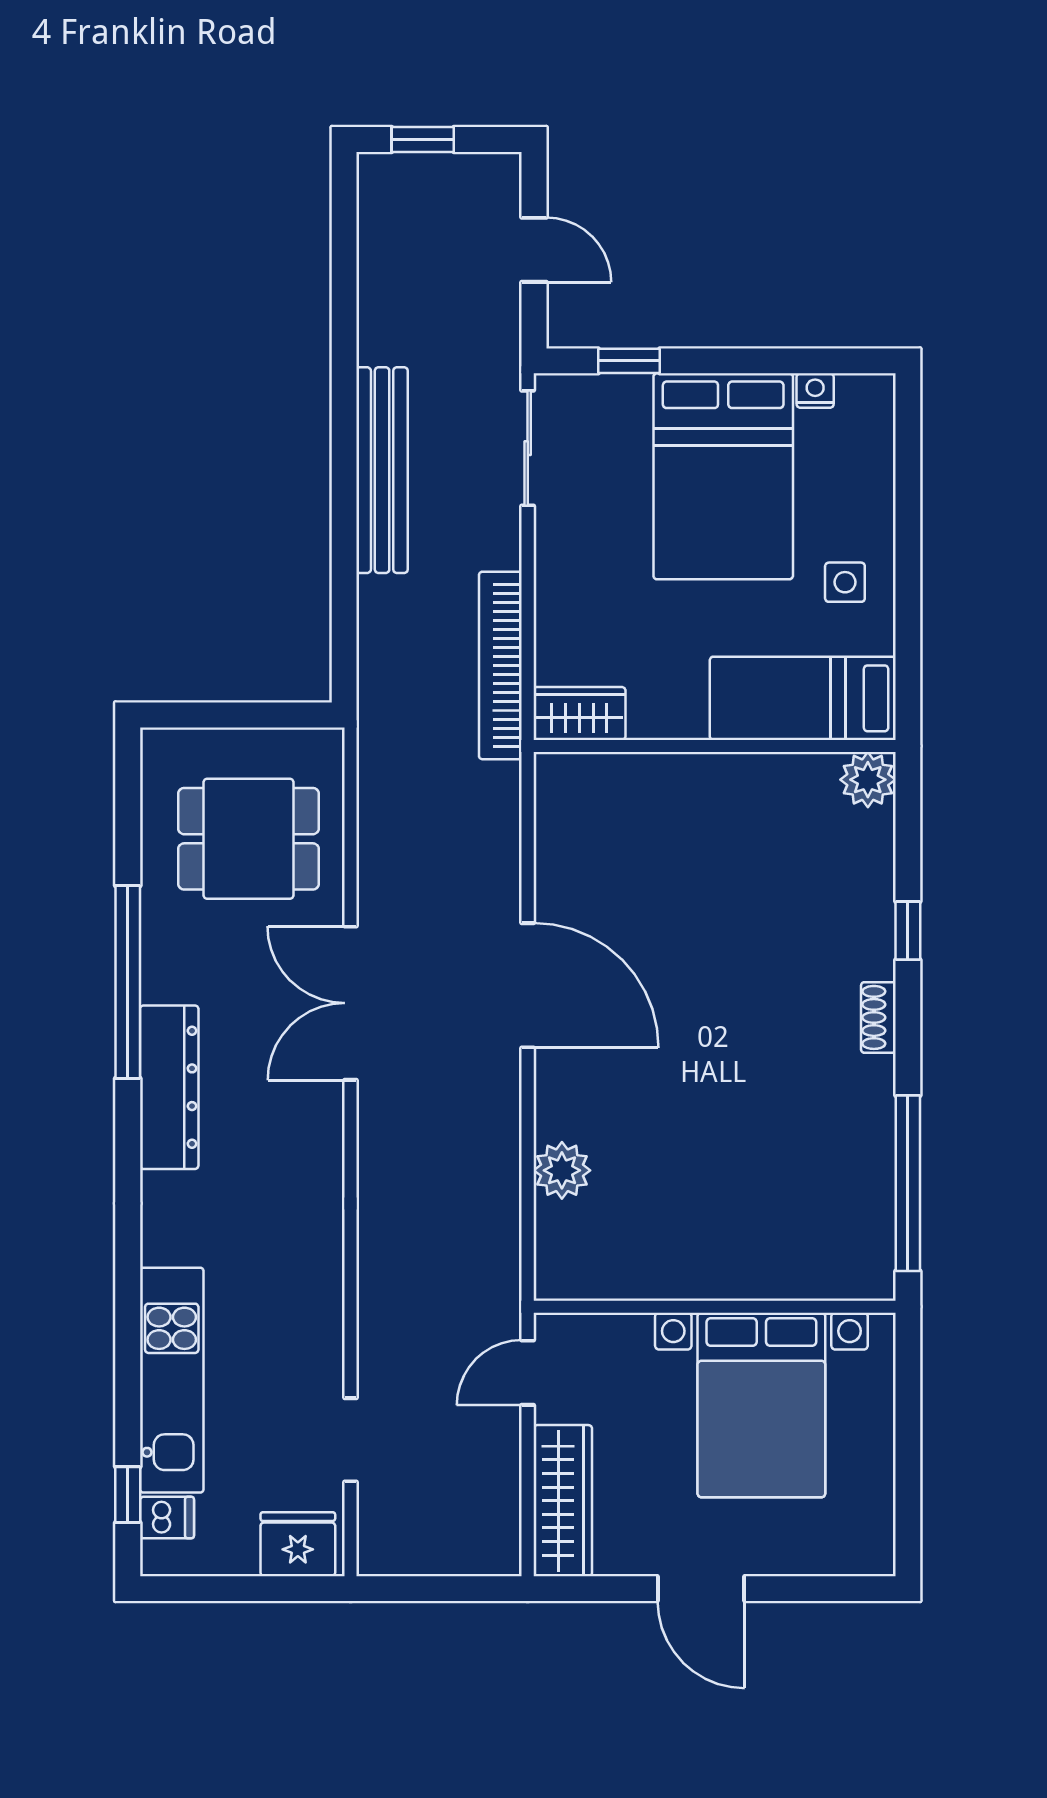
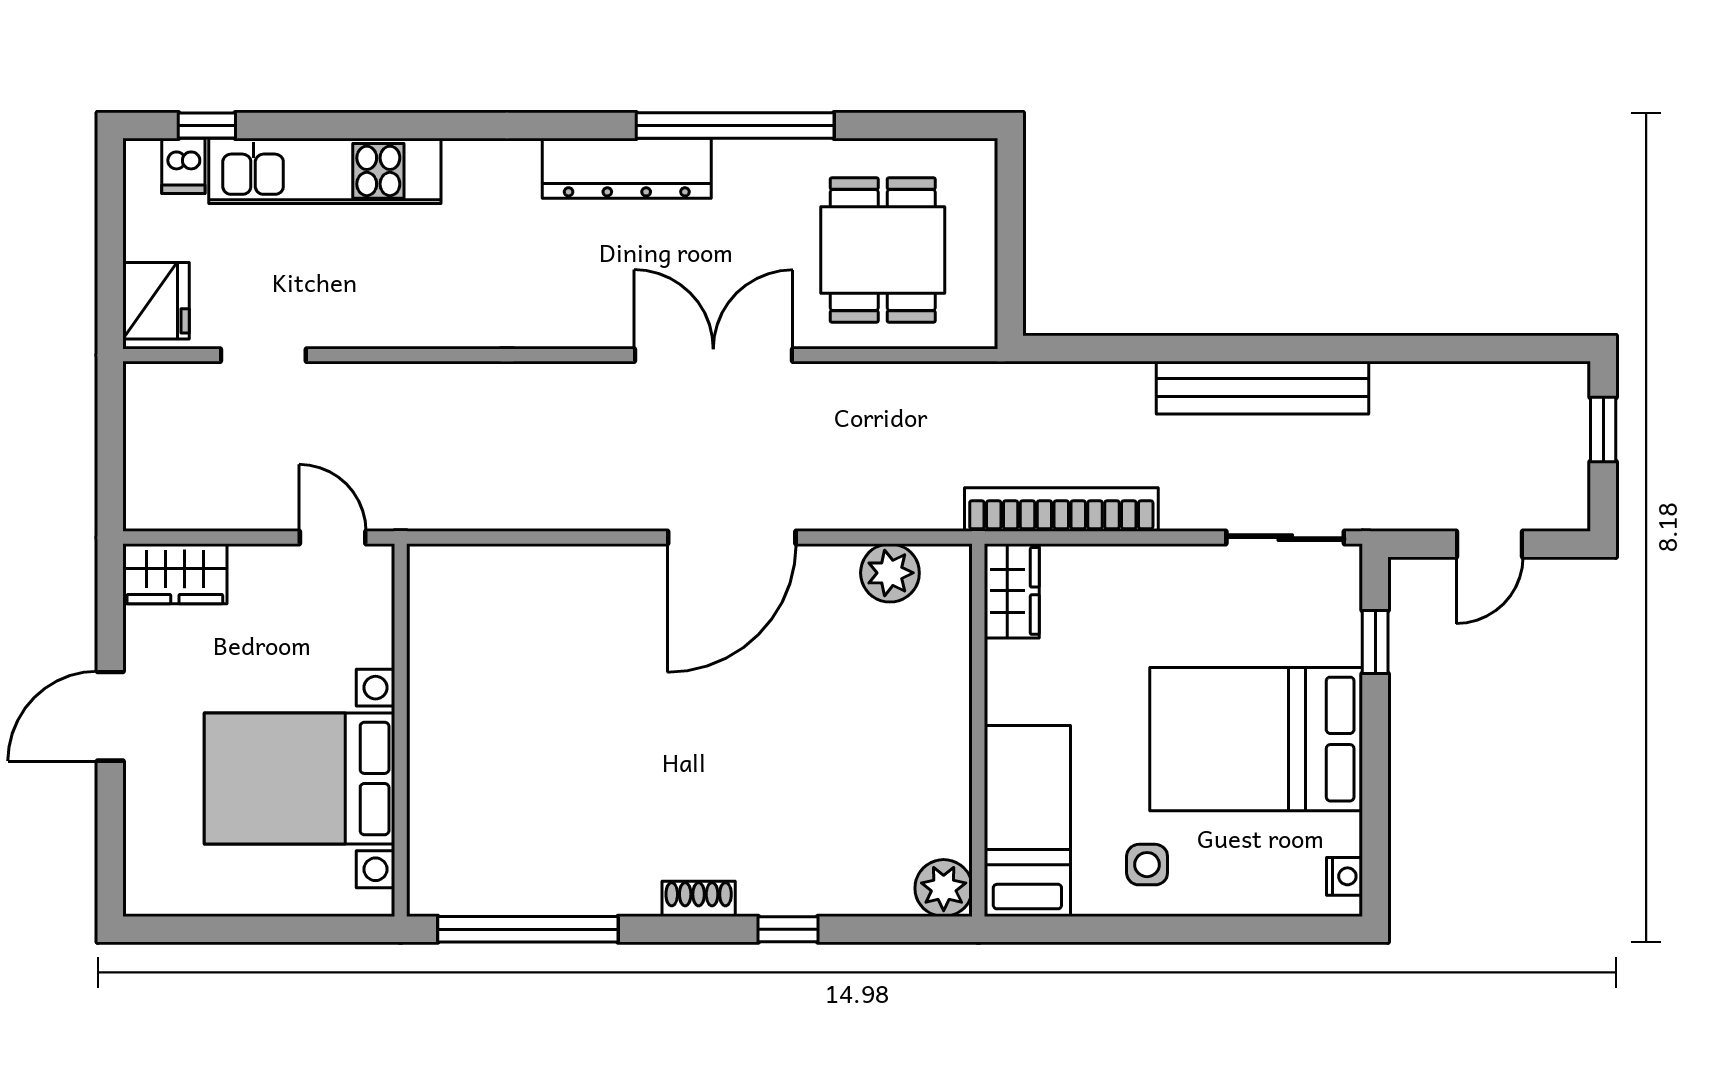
nightstand: (815, 391) -> (1345, 876), moved
plant: (562, 1170) -> (890, 573), moved
wardrobe: (563, 1501) -> (175, 574), width x0.67

